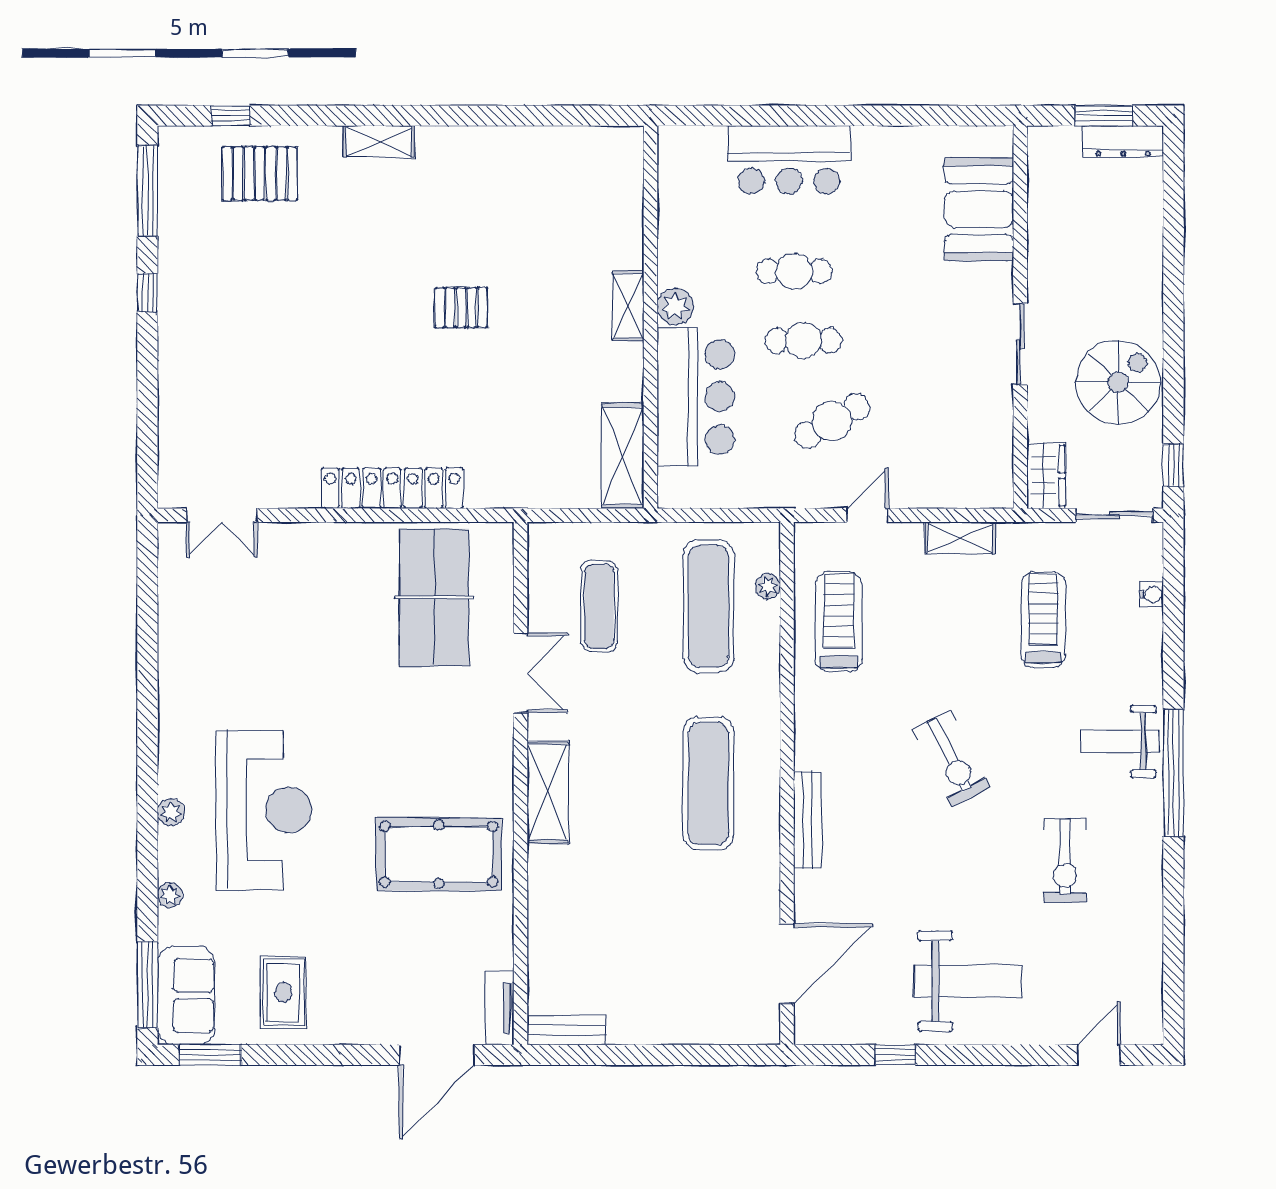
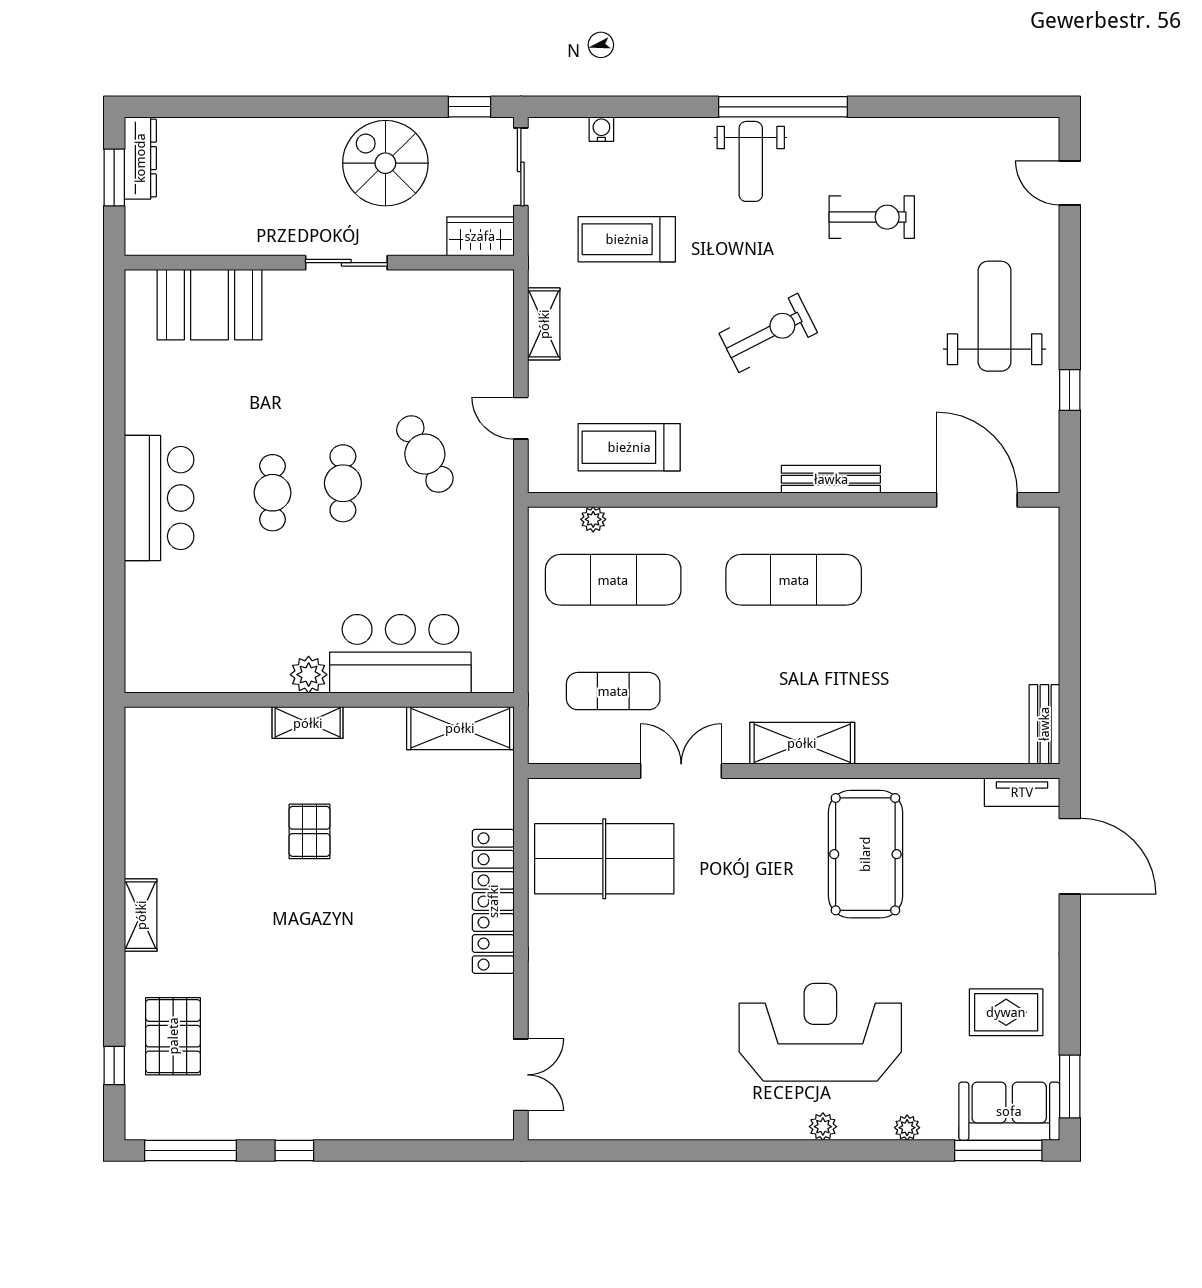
shelving: (628, 306) -> (308, 723), moved
plant: (675, 307) -> (309, 675), moved
wall: (650, 317) -> (319, 700), moved
bar counter: (696, 397) -> (400, 654), moved
shelving: (623, 456) -> (460, 728), moved

